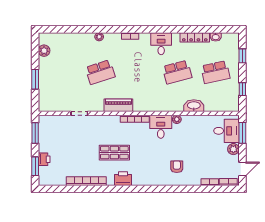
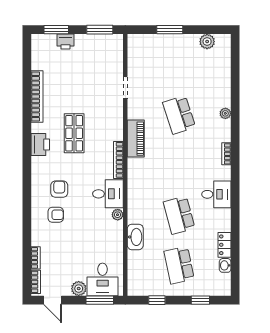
locker: (195, 37) -> (224, 245), width x0.66
armchair: (157, 164) -> (59, 189), added

